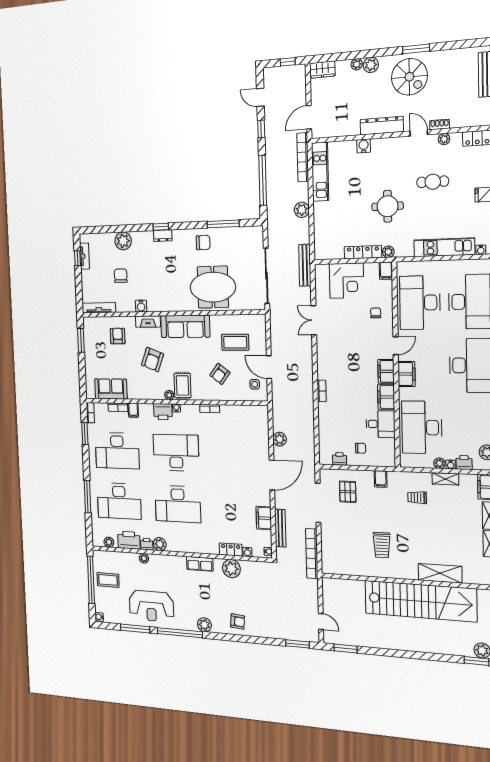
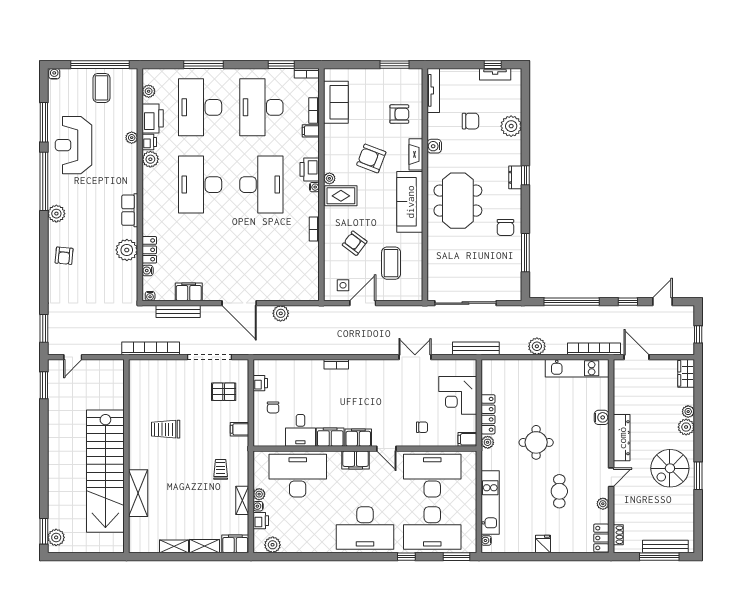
shoe rack: (440, 124) -> (618, 535), moved
meeting table: (213, 287) -> (458, 201), moved

